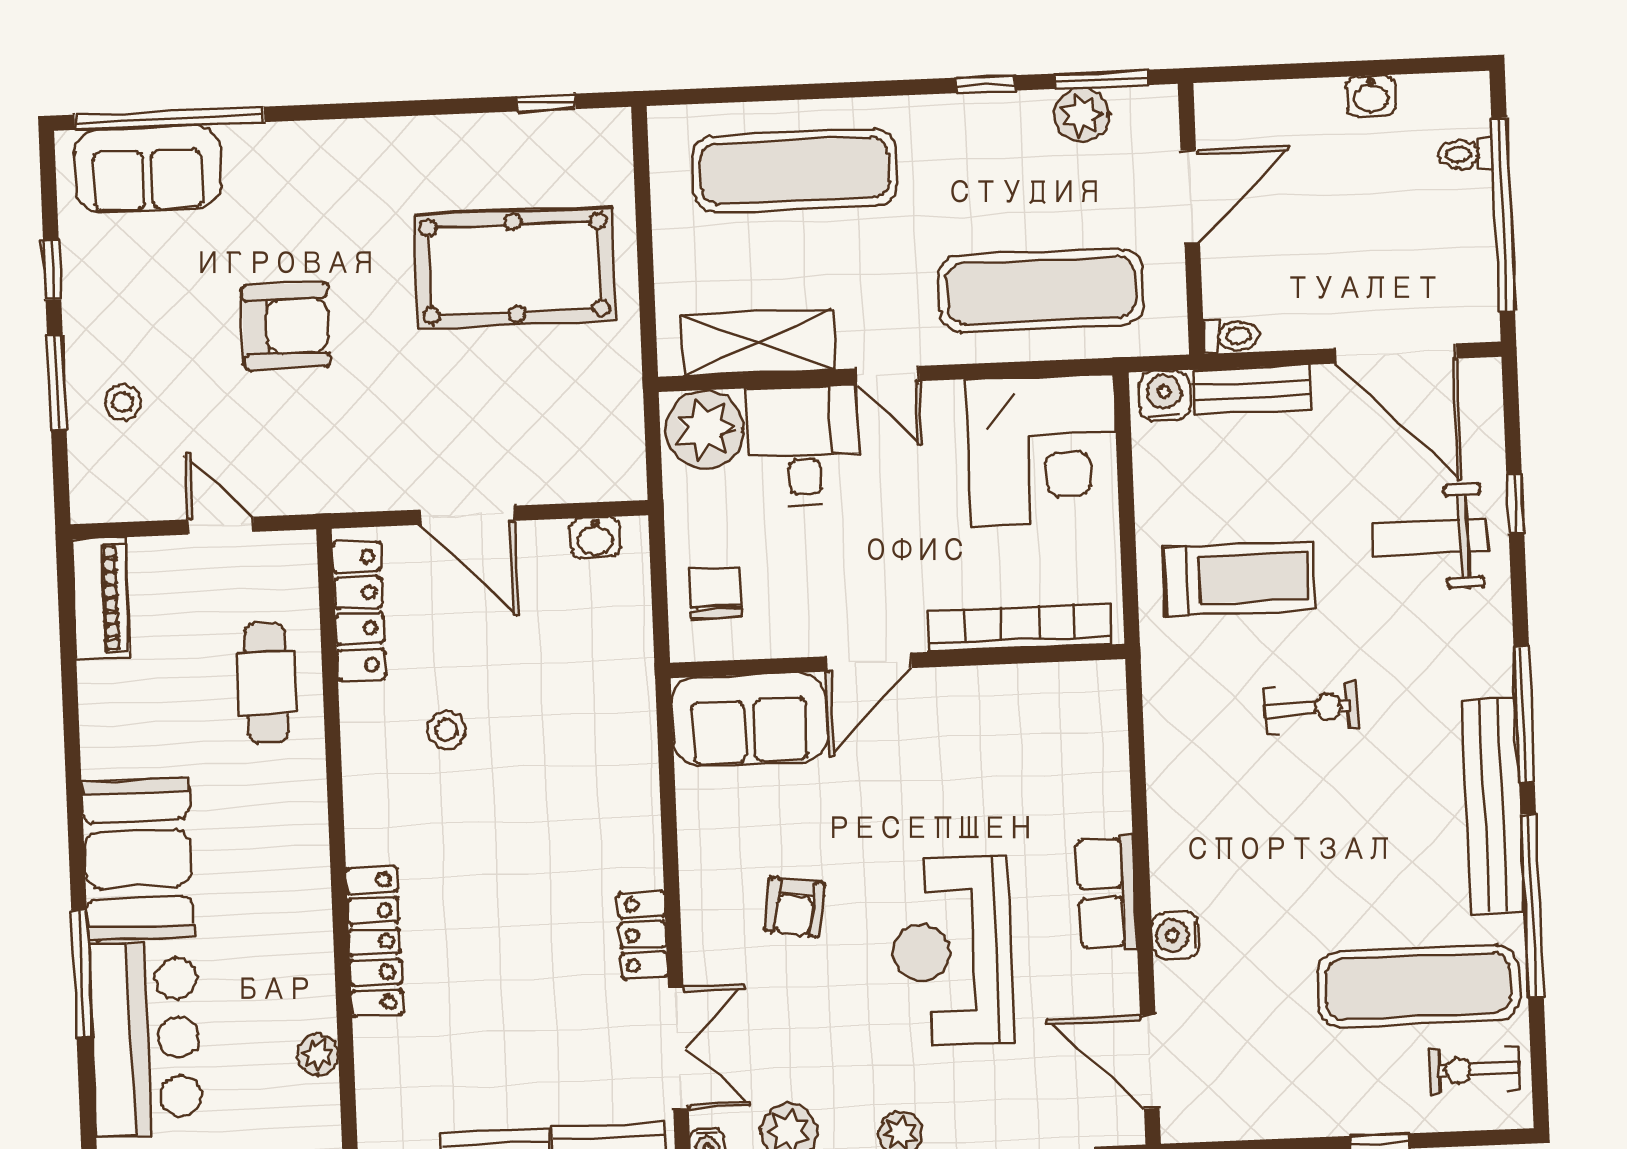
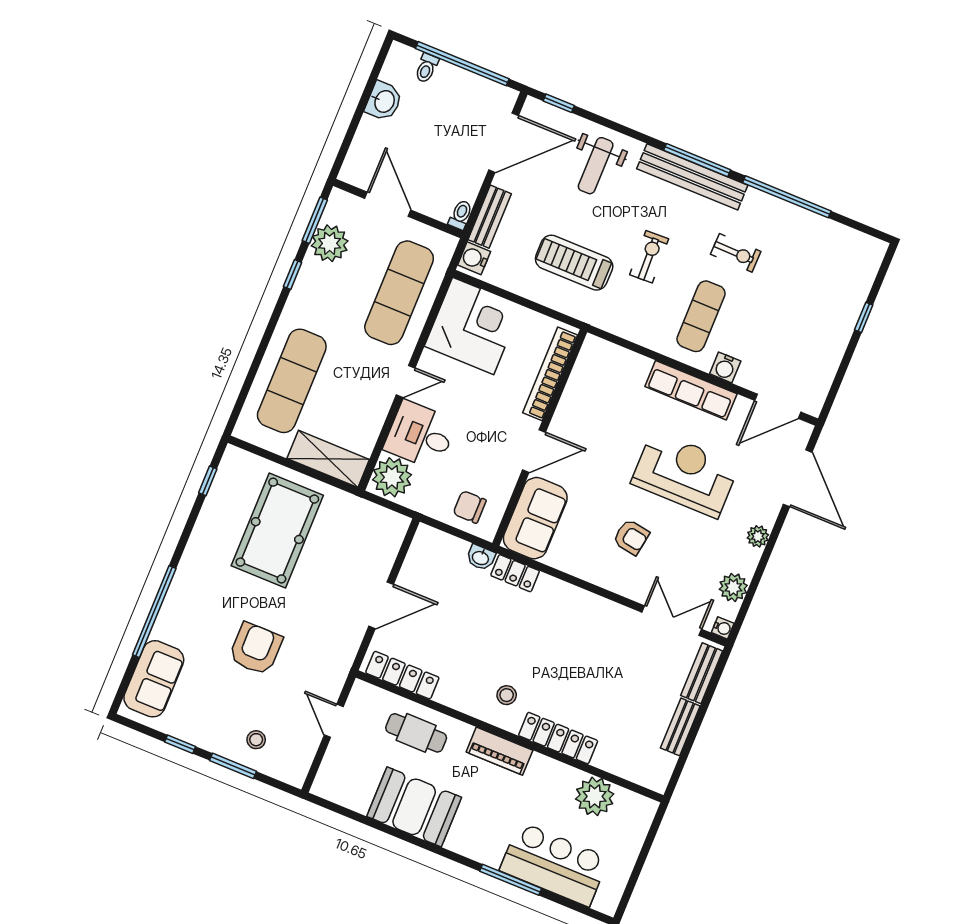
washbasin: (1371, 96) -> (384, 101), width x1.38, depth x1.45
plant: (1082, 115) -> (330, 243), width x1.36, depth x1.36
window: (169, 118) -> (154, 612), moved
shelving: (758, 342) -> (328, 459), moved, turned 90
window: (1515, 503) -> (559, 103), moved
door: (221, 526) -> (334, 721), hinge flipped
washbasin: (595, 538) -> (481, 558), moved, turned 90
treadmill: (1239, 579) -> (574, 263), turned -90
piano: (100, 598) -> (499, 751), moved, turned 180
door: (869, 662) -> (534, 451), hinge flipped
stool: (447, 730) -> (507, 695), moved
bench: (1493, 806) -> (692, 177), moved
booth: (138, 859) -> (414, 807), moved
row of seats: (1107, 893) -> (691, 390), width x1.48
locker: (643, 935) -> (515, 573), moved
reception desk: (952, 951) -> (685, 474), turned 180
exercise mat: (1418, 986) -> (701, 316), moved, width x0.73, depth x0.69
plant: (318, 1054) -> (595, 796), width x1.88, depth x1.88
exercise bike: (1474, 1070) -> (736, 253), moved, turned -89

